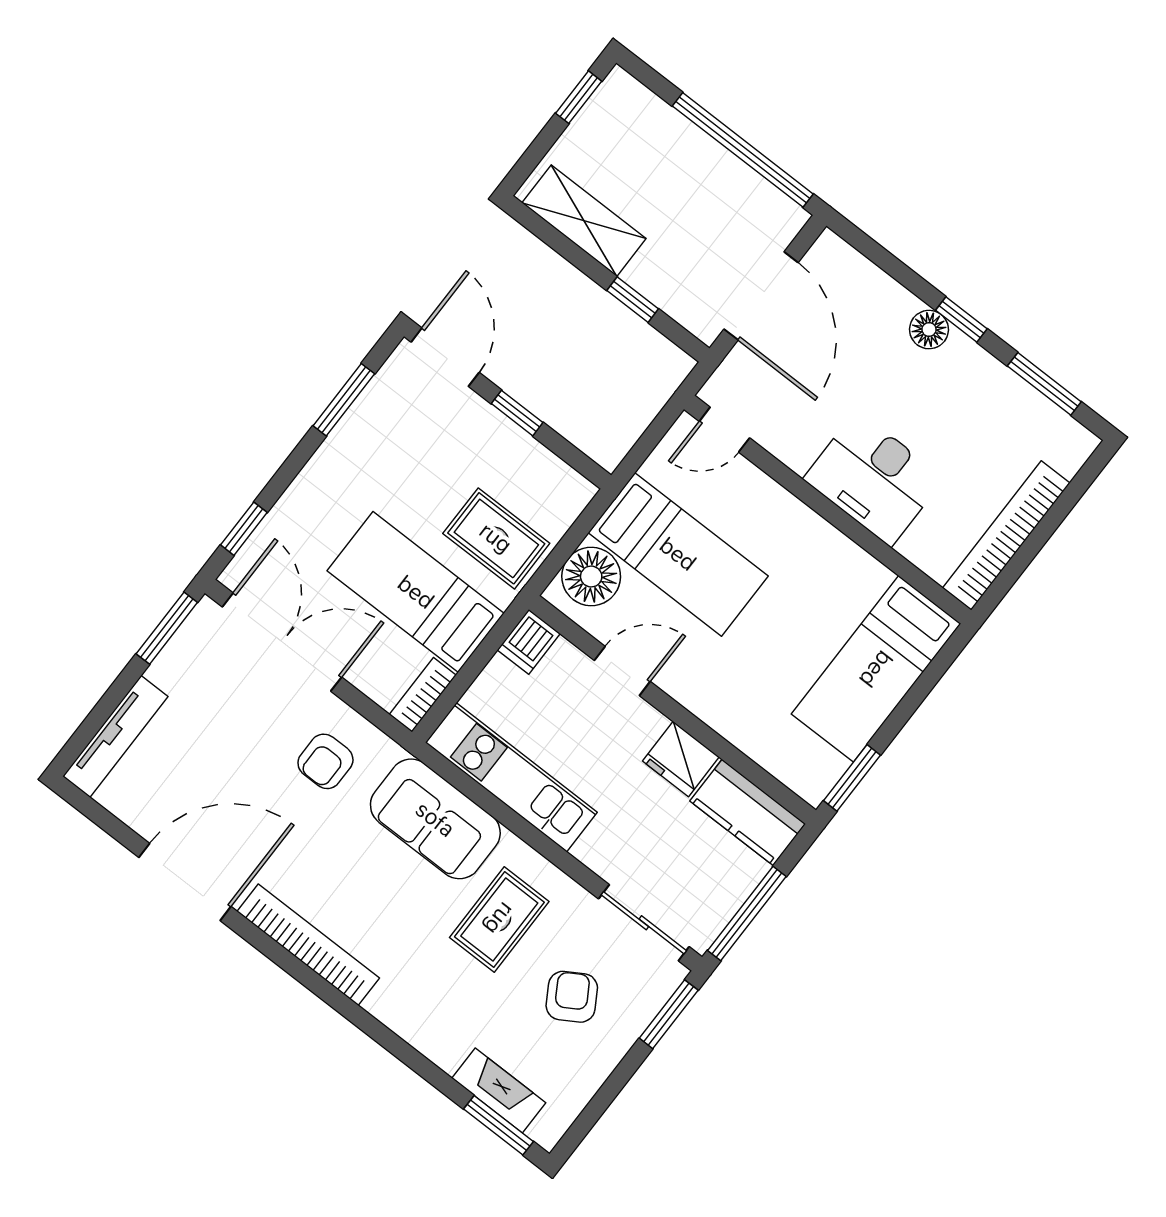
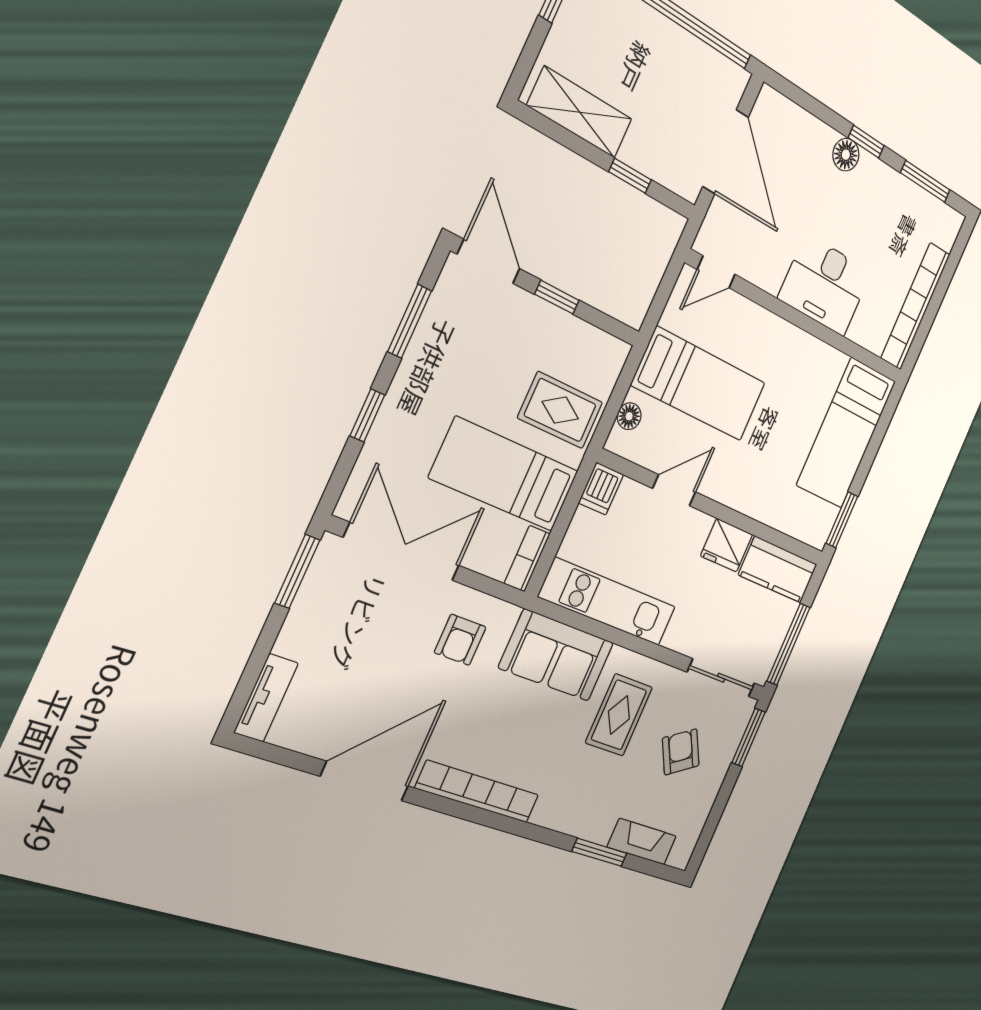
window: (244, 529) -> (367, 415), moved
floor lamp: (591, 577) -> (629, 416), width x0.53, depth x0.53
tv unit: (115, 736) -> (266, 698), width x0.71
window: (499, 1125) -> (599, 852), moved

